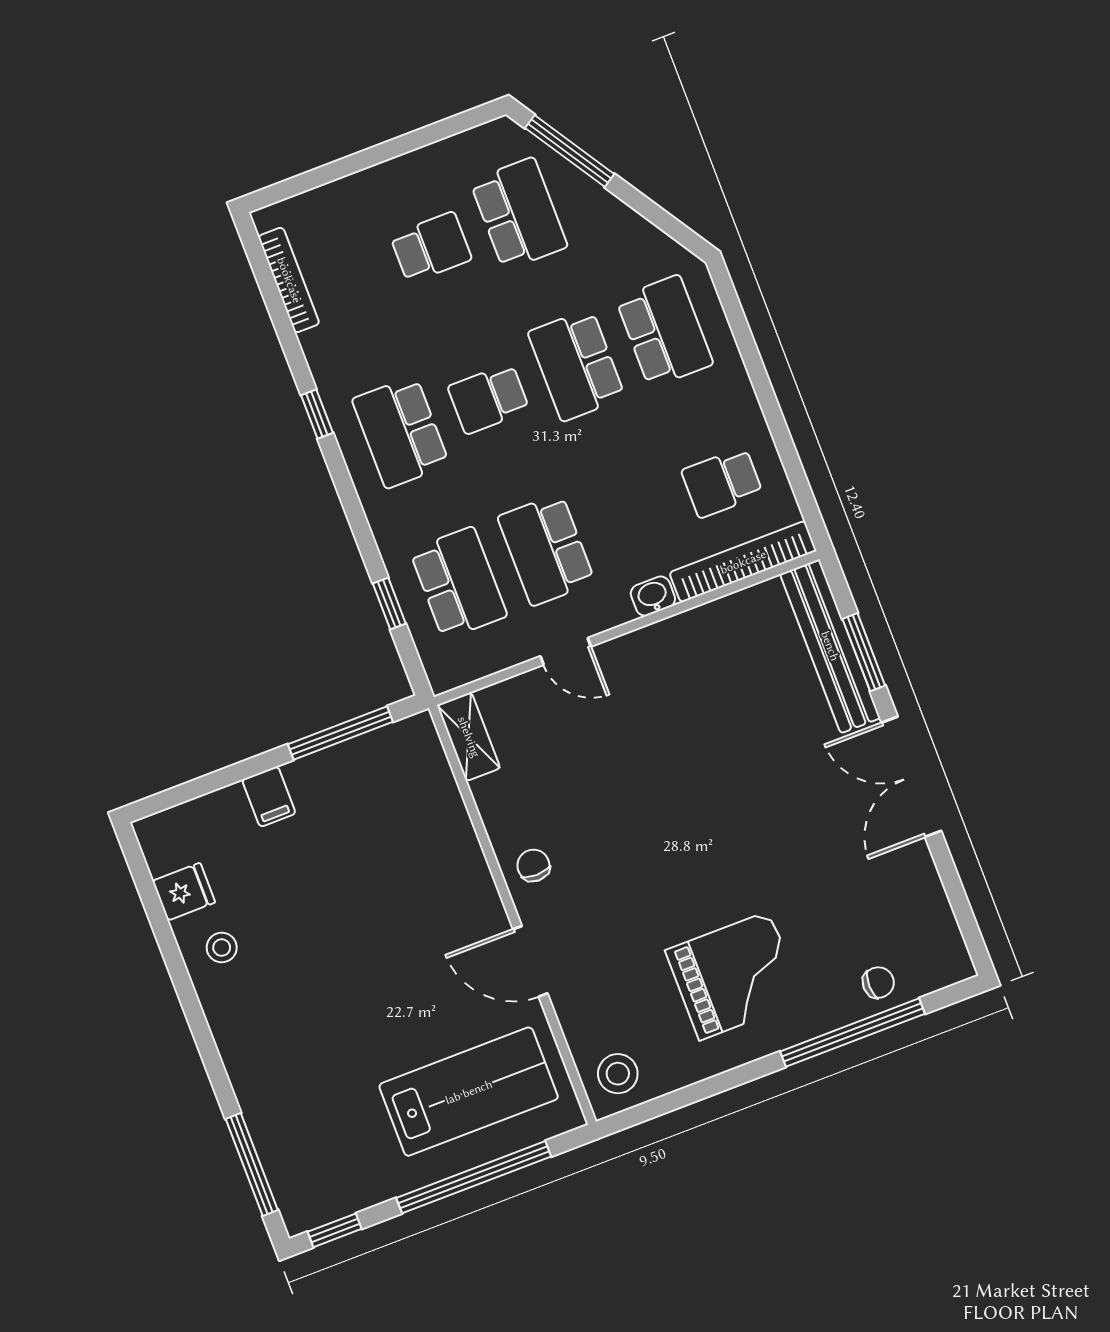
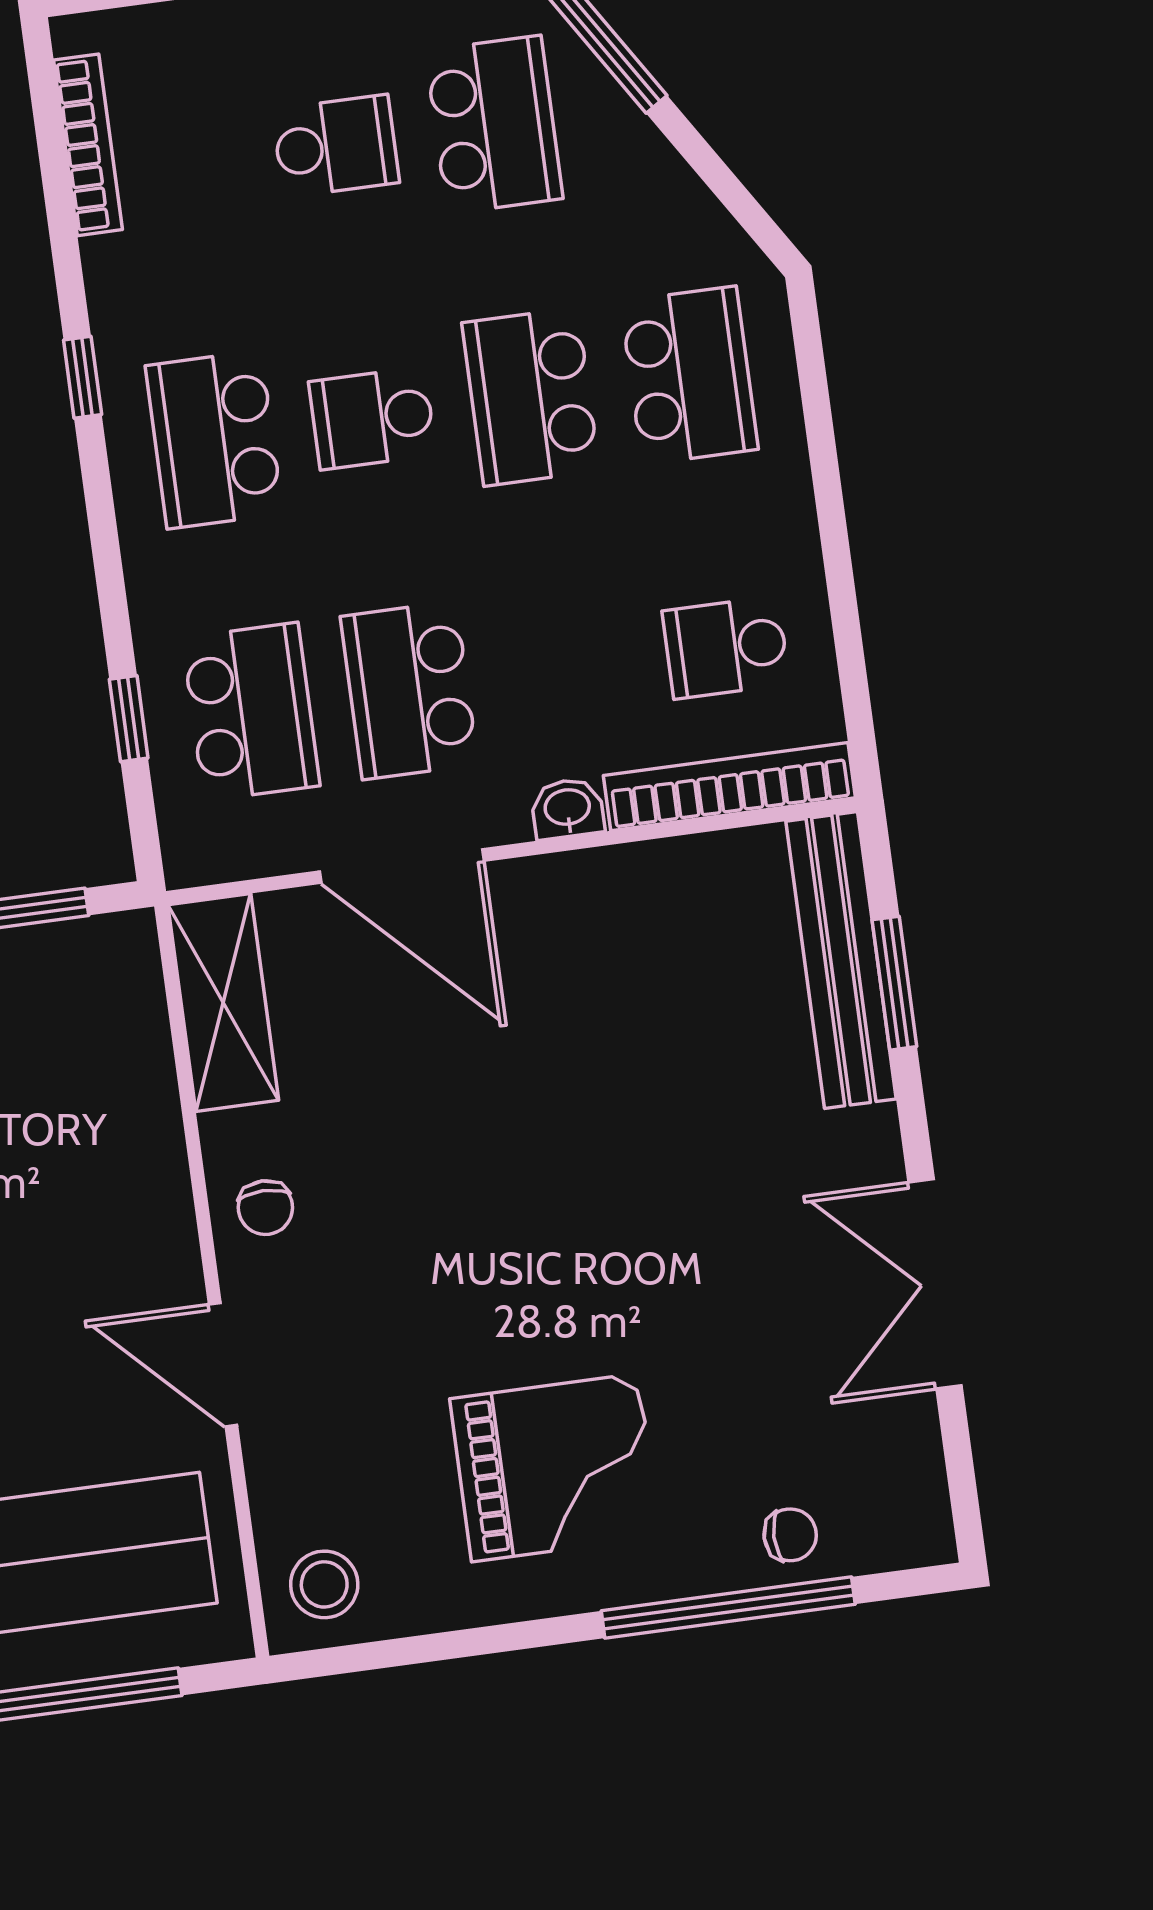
door: (566, 651) -> (402, 866), width x1.88
shelving: (469, 737) -> (223, 1003), width x1.50, depth x1.33
double door: (911, 777) -> (935, 1284), moved
chair: (533, 865) -> (265, 1208), turned 180

